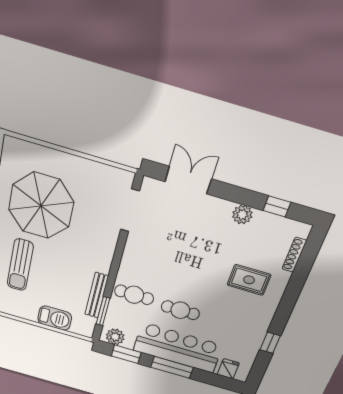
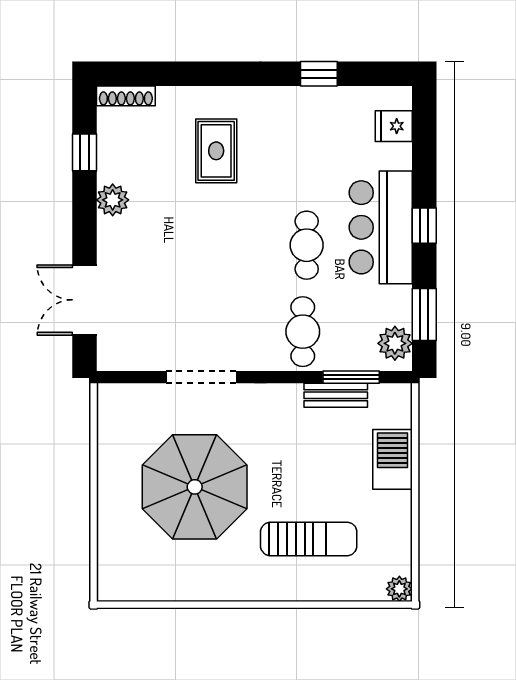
parasol: (41, 206) -> (195, 487), moved
doorway: (130, 210) -> (201, 377), moved
shoe rack: (294, 255) -> (126, 96), moved
bench: (97, 295) -> (336, 395), width x0.73
bar counter: (178, 348) -> (381, 227), width x0.73
window: (172, 367) -> (424, 226), width x0.46

